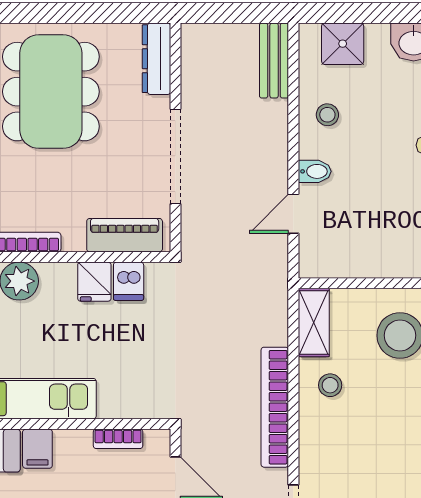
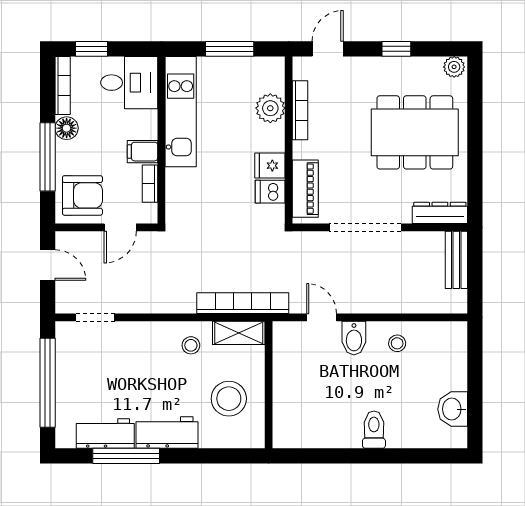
shower: (343, 44) -> (451, 355), removed
bench: (274, 61) -> (456, 260), moved, turned 90
bidet: (315, 171) -> (354, 338), width x1.38, depth x1.36
bookcase: (275, 407) -> (243, 303), moved
filing cabinet: (37, 449) -> (142, 152), moved

